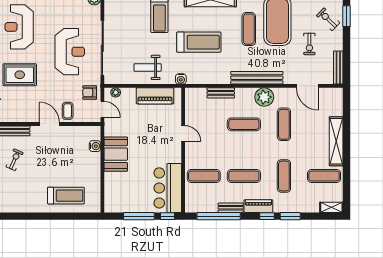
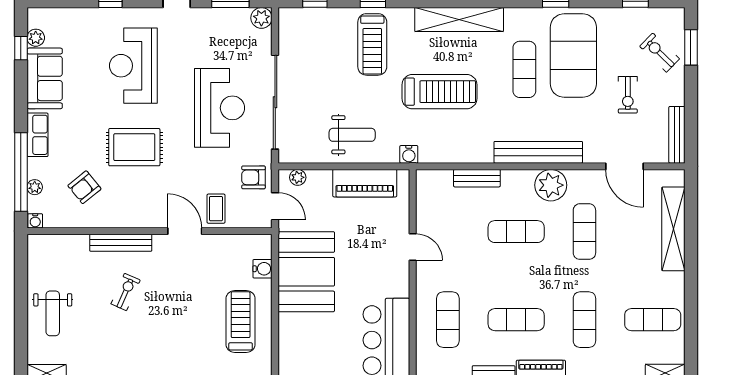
weight bench: (148, 67) -> (352, 135), turned 180
shelving: (336, 141) -> (673, 229), moved
booth: (116, 154) -> (306, 272), width x1.36, depth x1.42
exercise mat: (204, 176) -> (448, 320), turned 90
treadmill: (66, 196) -> (241, 321), moved, turned -90

